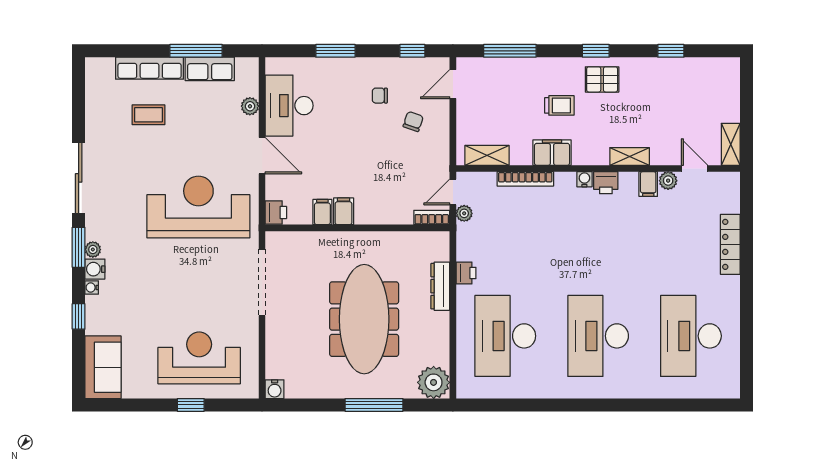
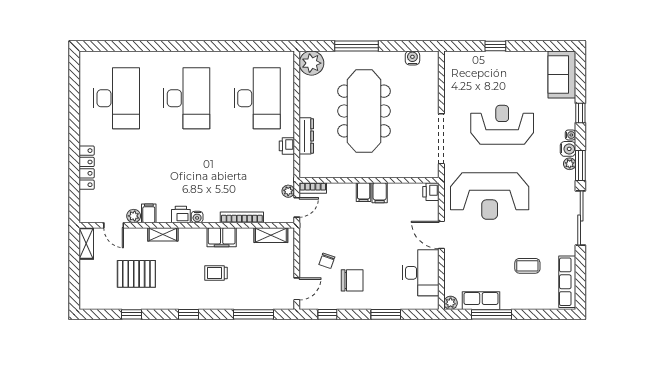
row of seats: (150, 68) -> (567, 282), moved, turned -90
pallet: (602, 79) -> (136, 274), moved, width x1.50, depth x1.42
chair: (380, 96) -> (352, 280), width x1.87, depth x1.87
plant: (250, 106) -> (451, 303), moved
filing cabinet: (322, 212) -> (364, 192), moved
reception desk: (199, 358) -> (502, 125), moved, turned 180
water cooler: (275, 389) -> (412, 58), moved

